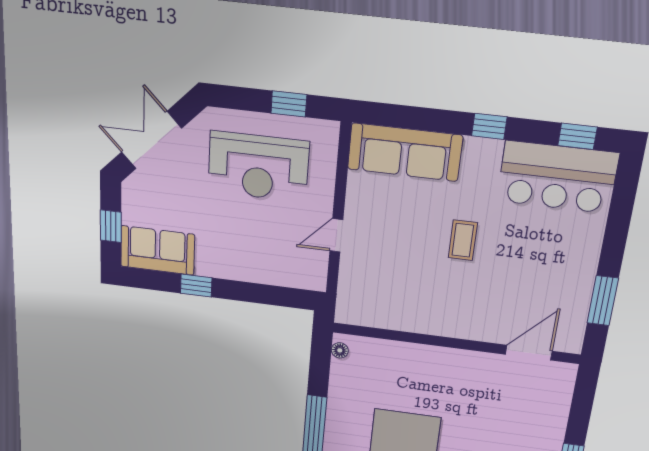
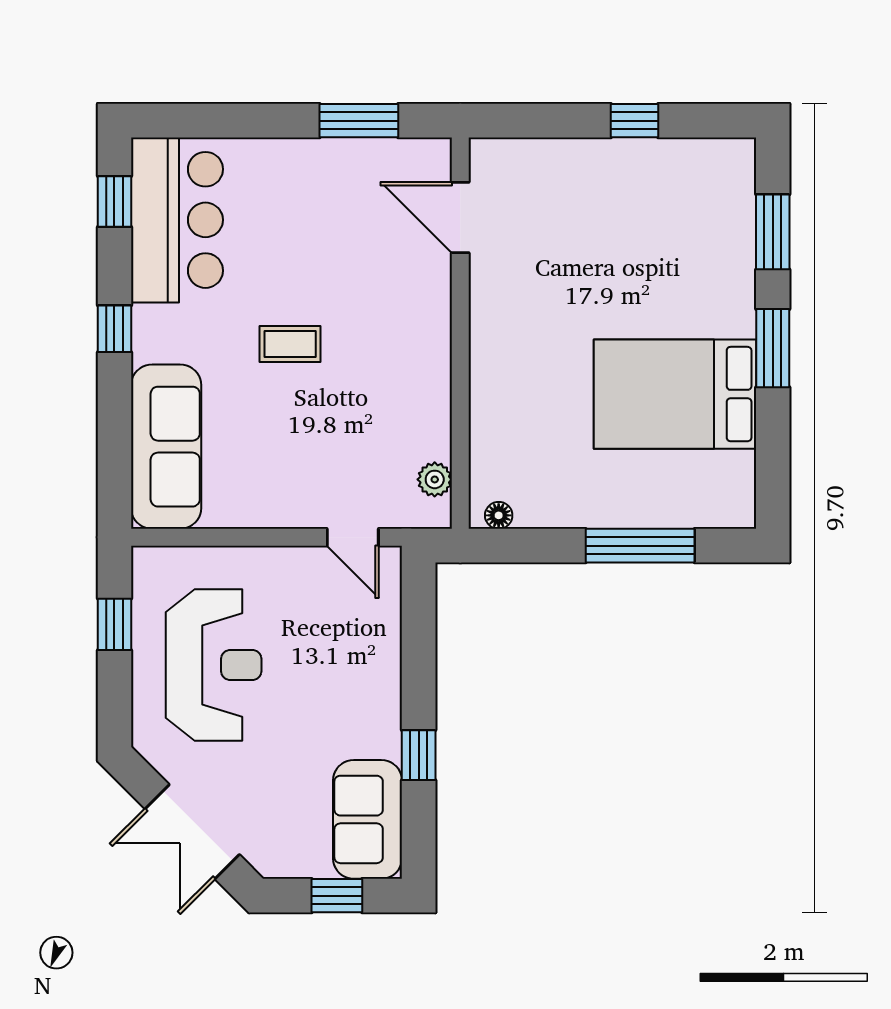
door: (336, 235) -> (353, 537), moved
plant: (366, 317) -> (435, 479), added

